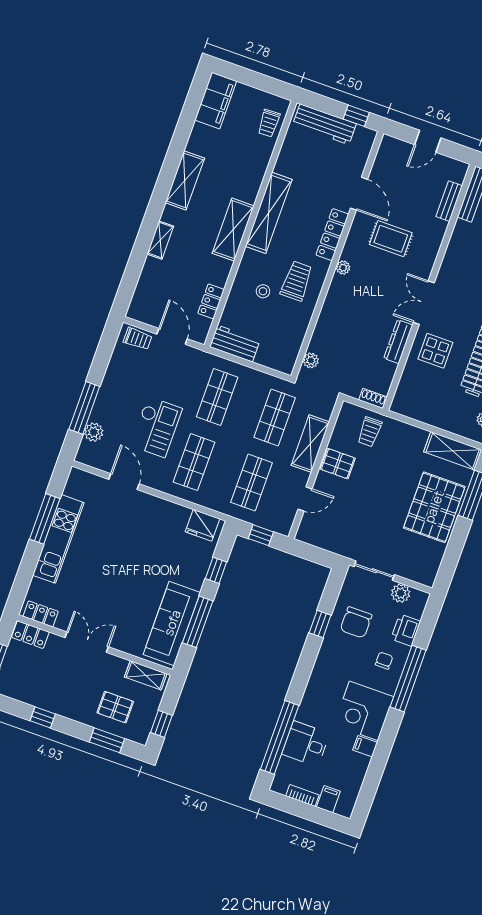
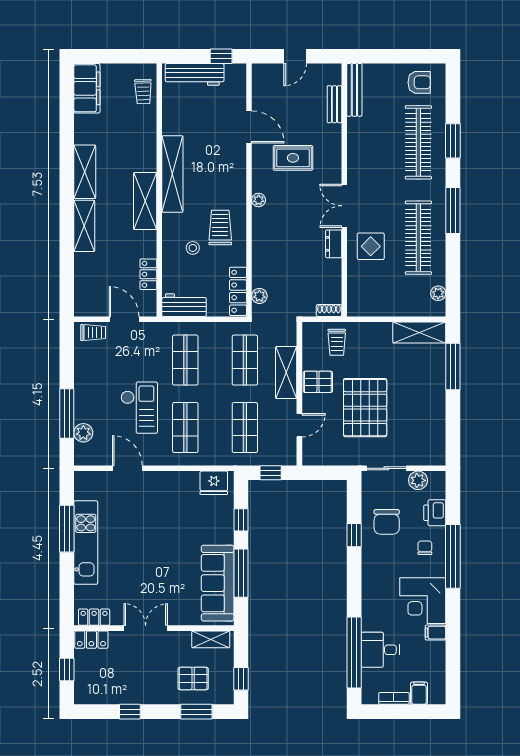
locker: (332, 235) -> (238, 291), moved
shelving: (160, 240) -> (84, 226), width x1.50, depth x1.33
dresser: (398, 342) -> (334, 244), width x0.70
pallet: (434, 507) -> (365, 408), moved

